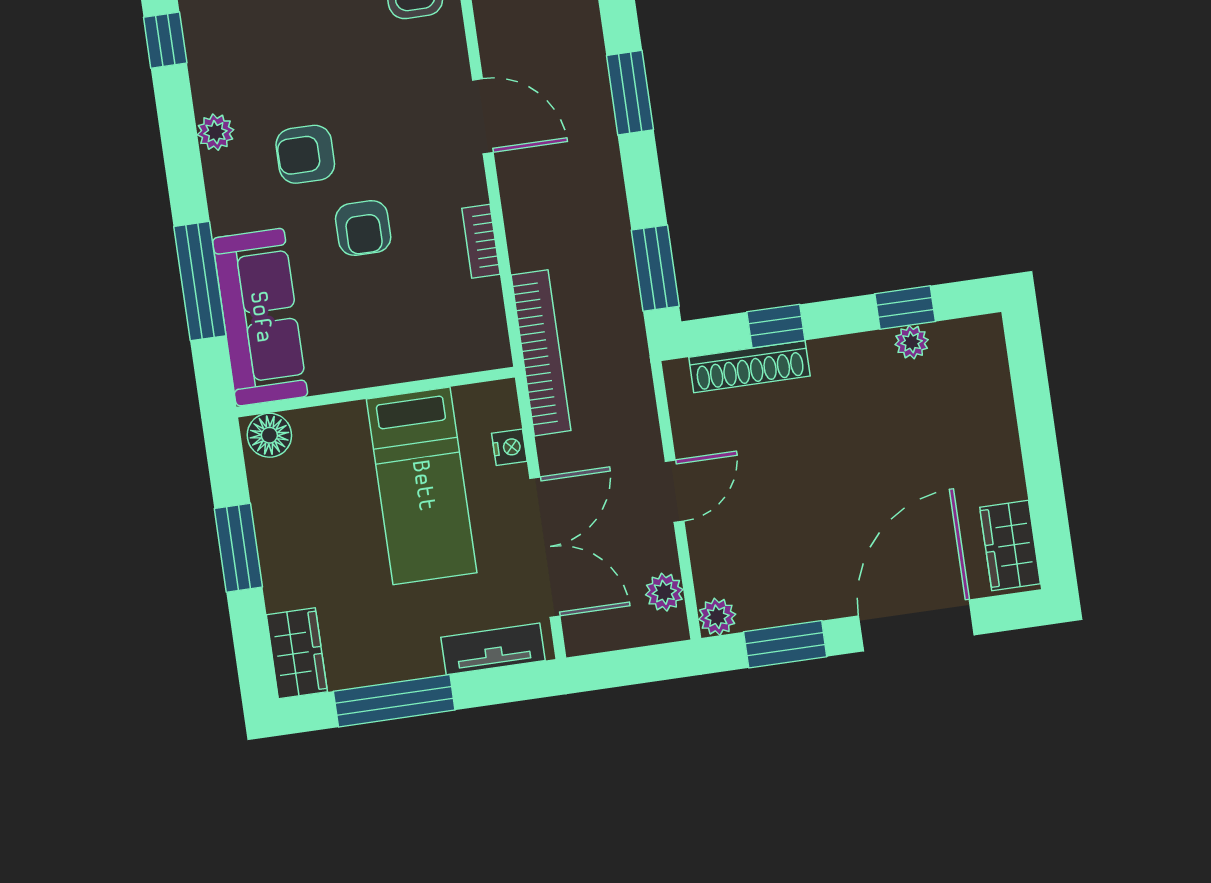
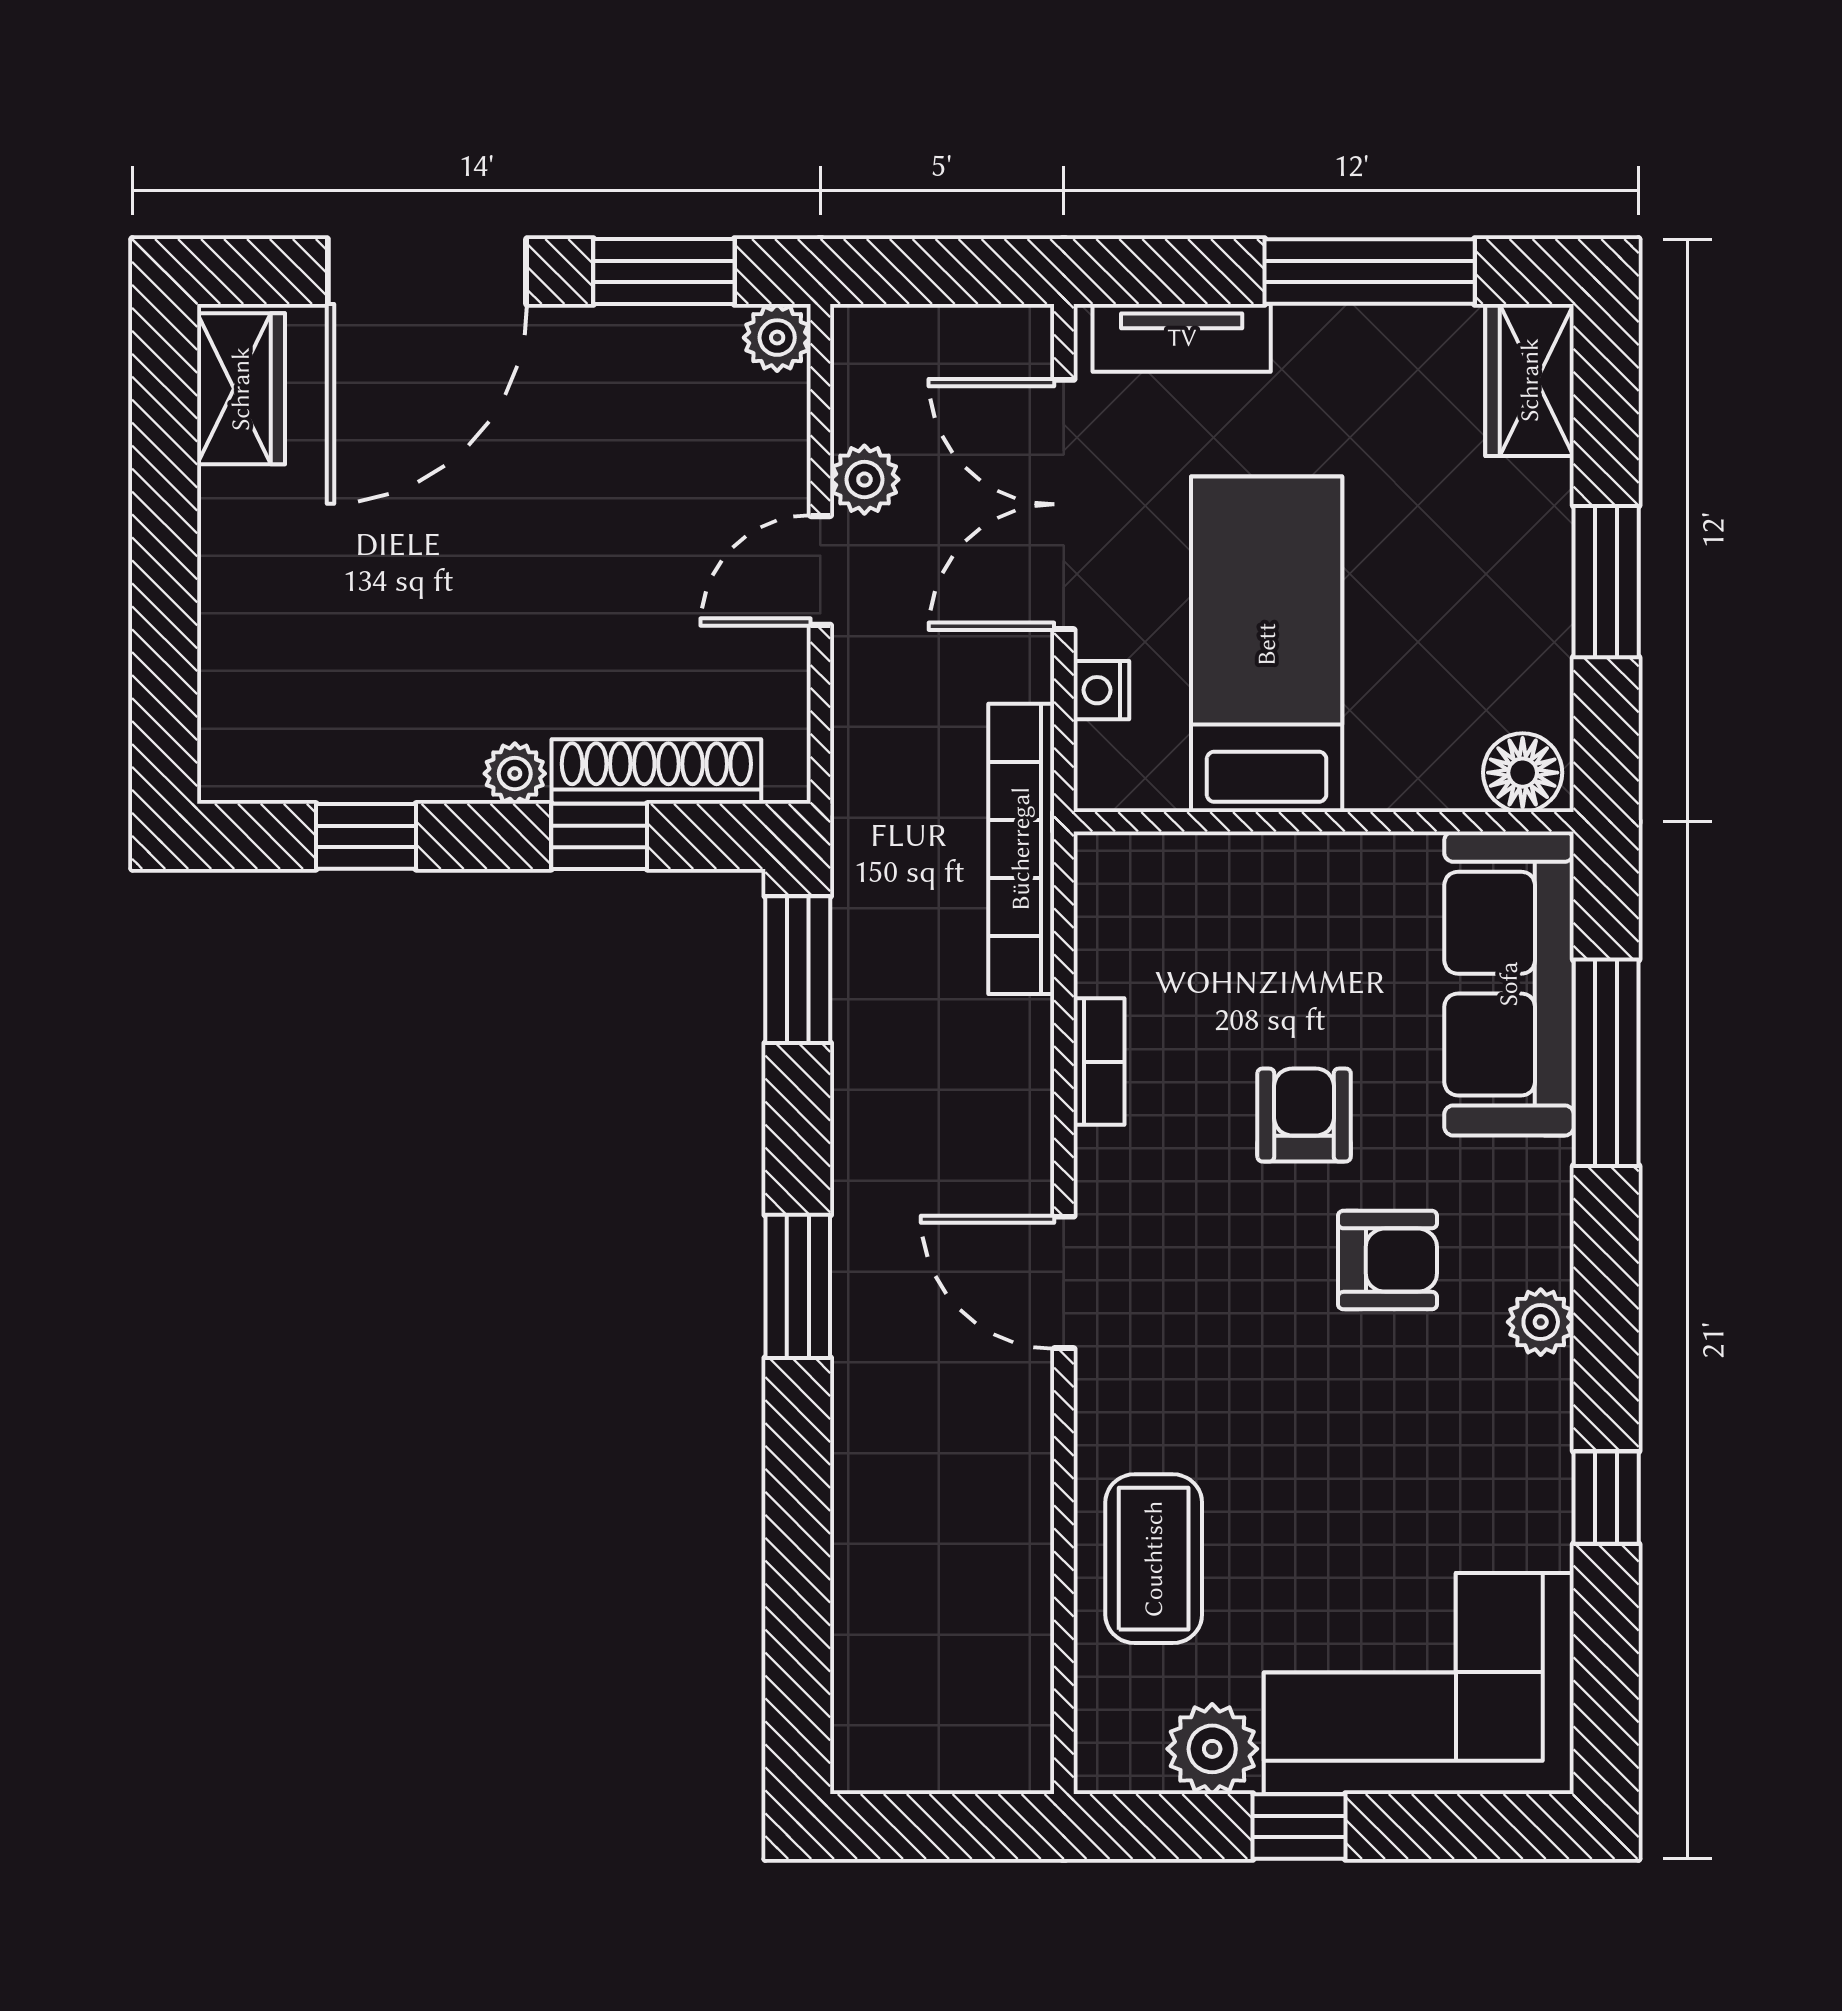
plant: (912, 342) -> (515, 774), moved
plant: (664, 592) -> (864, 480), moved

